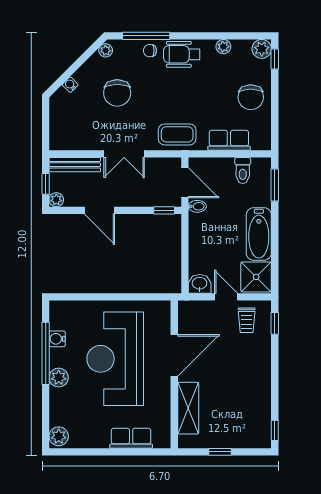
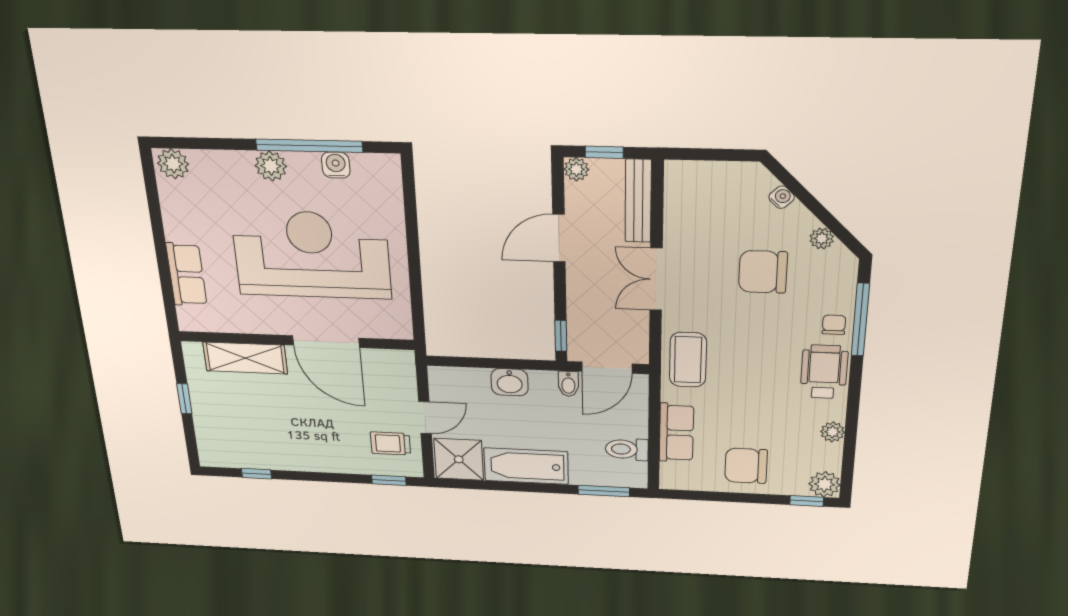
plant: (106, 50) -> (822, 239), moved
washbasin: (200, 284) -> (510, 382), moved, turned 90
window: (275, 430) -> (256, 474), moved

